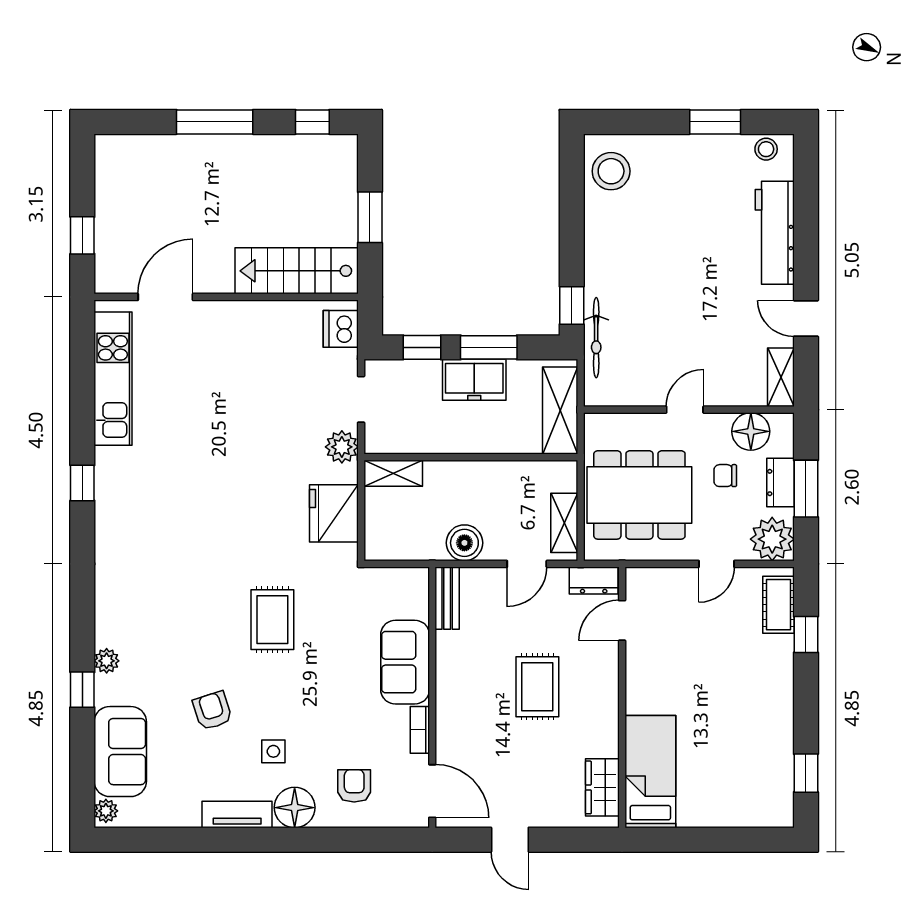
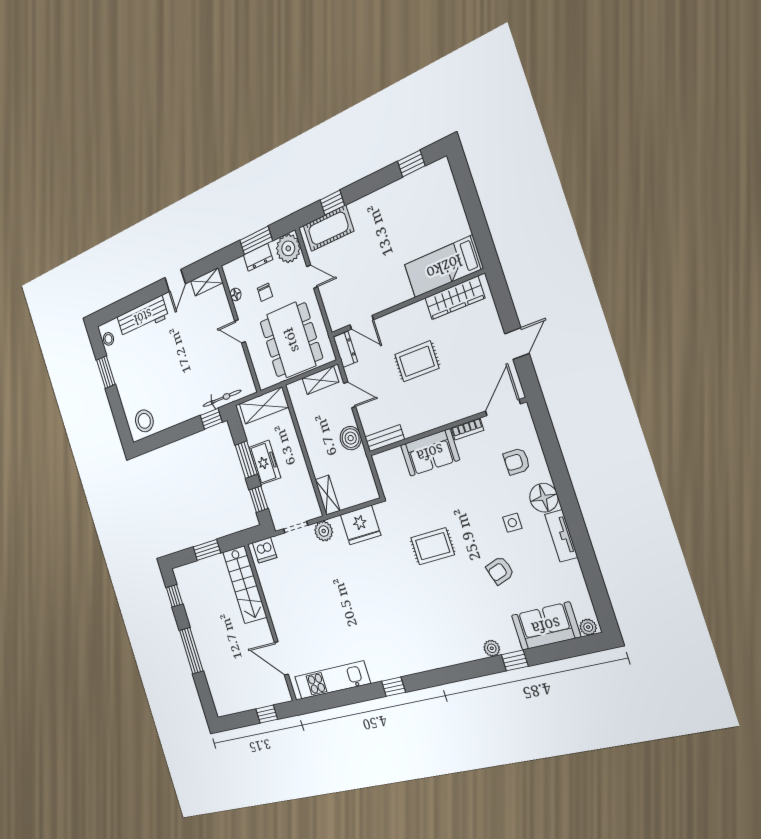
floor lamp: (751, 431) -> (236, 294), width x0.53, depth x0.53
cot: (778, 605) -> (328, 228), width x1.37, depth x1.34
wardrobe: (602, 787) -> (455, 298), width x1.50

